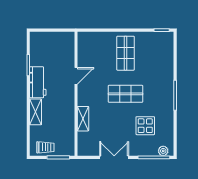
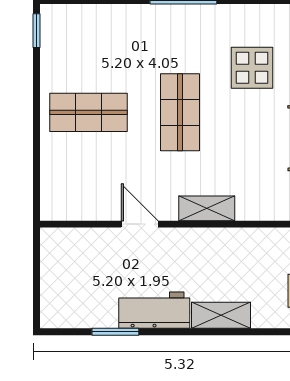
shelving: (83, 119) -> (207, 208), moved

